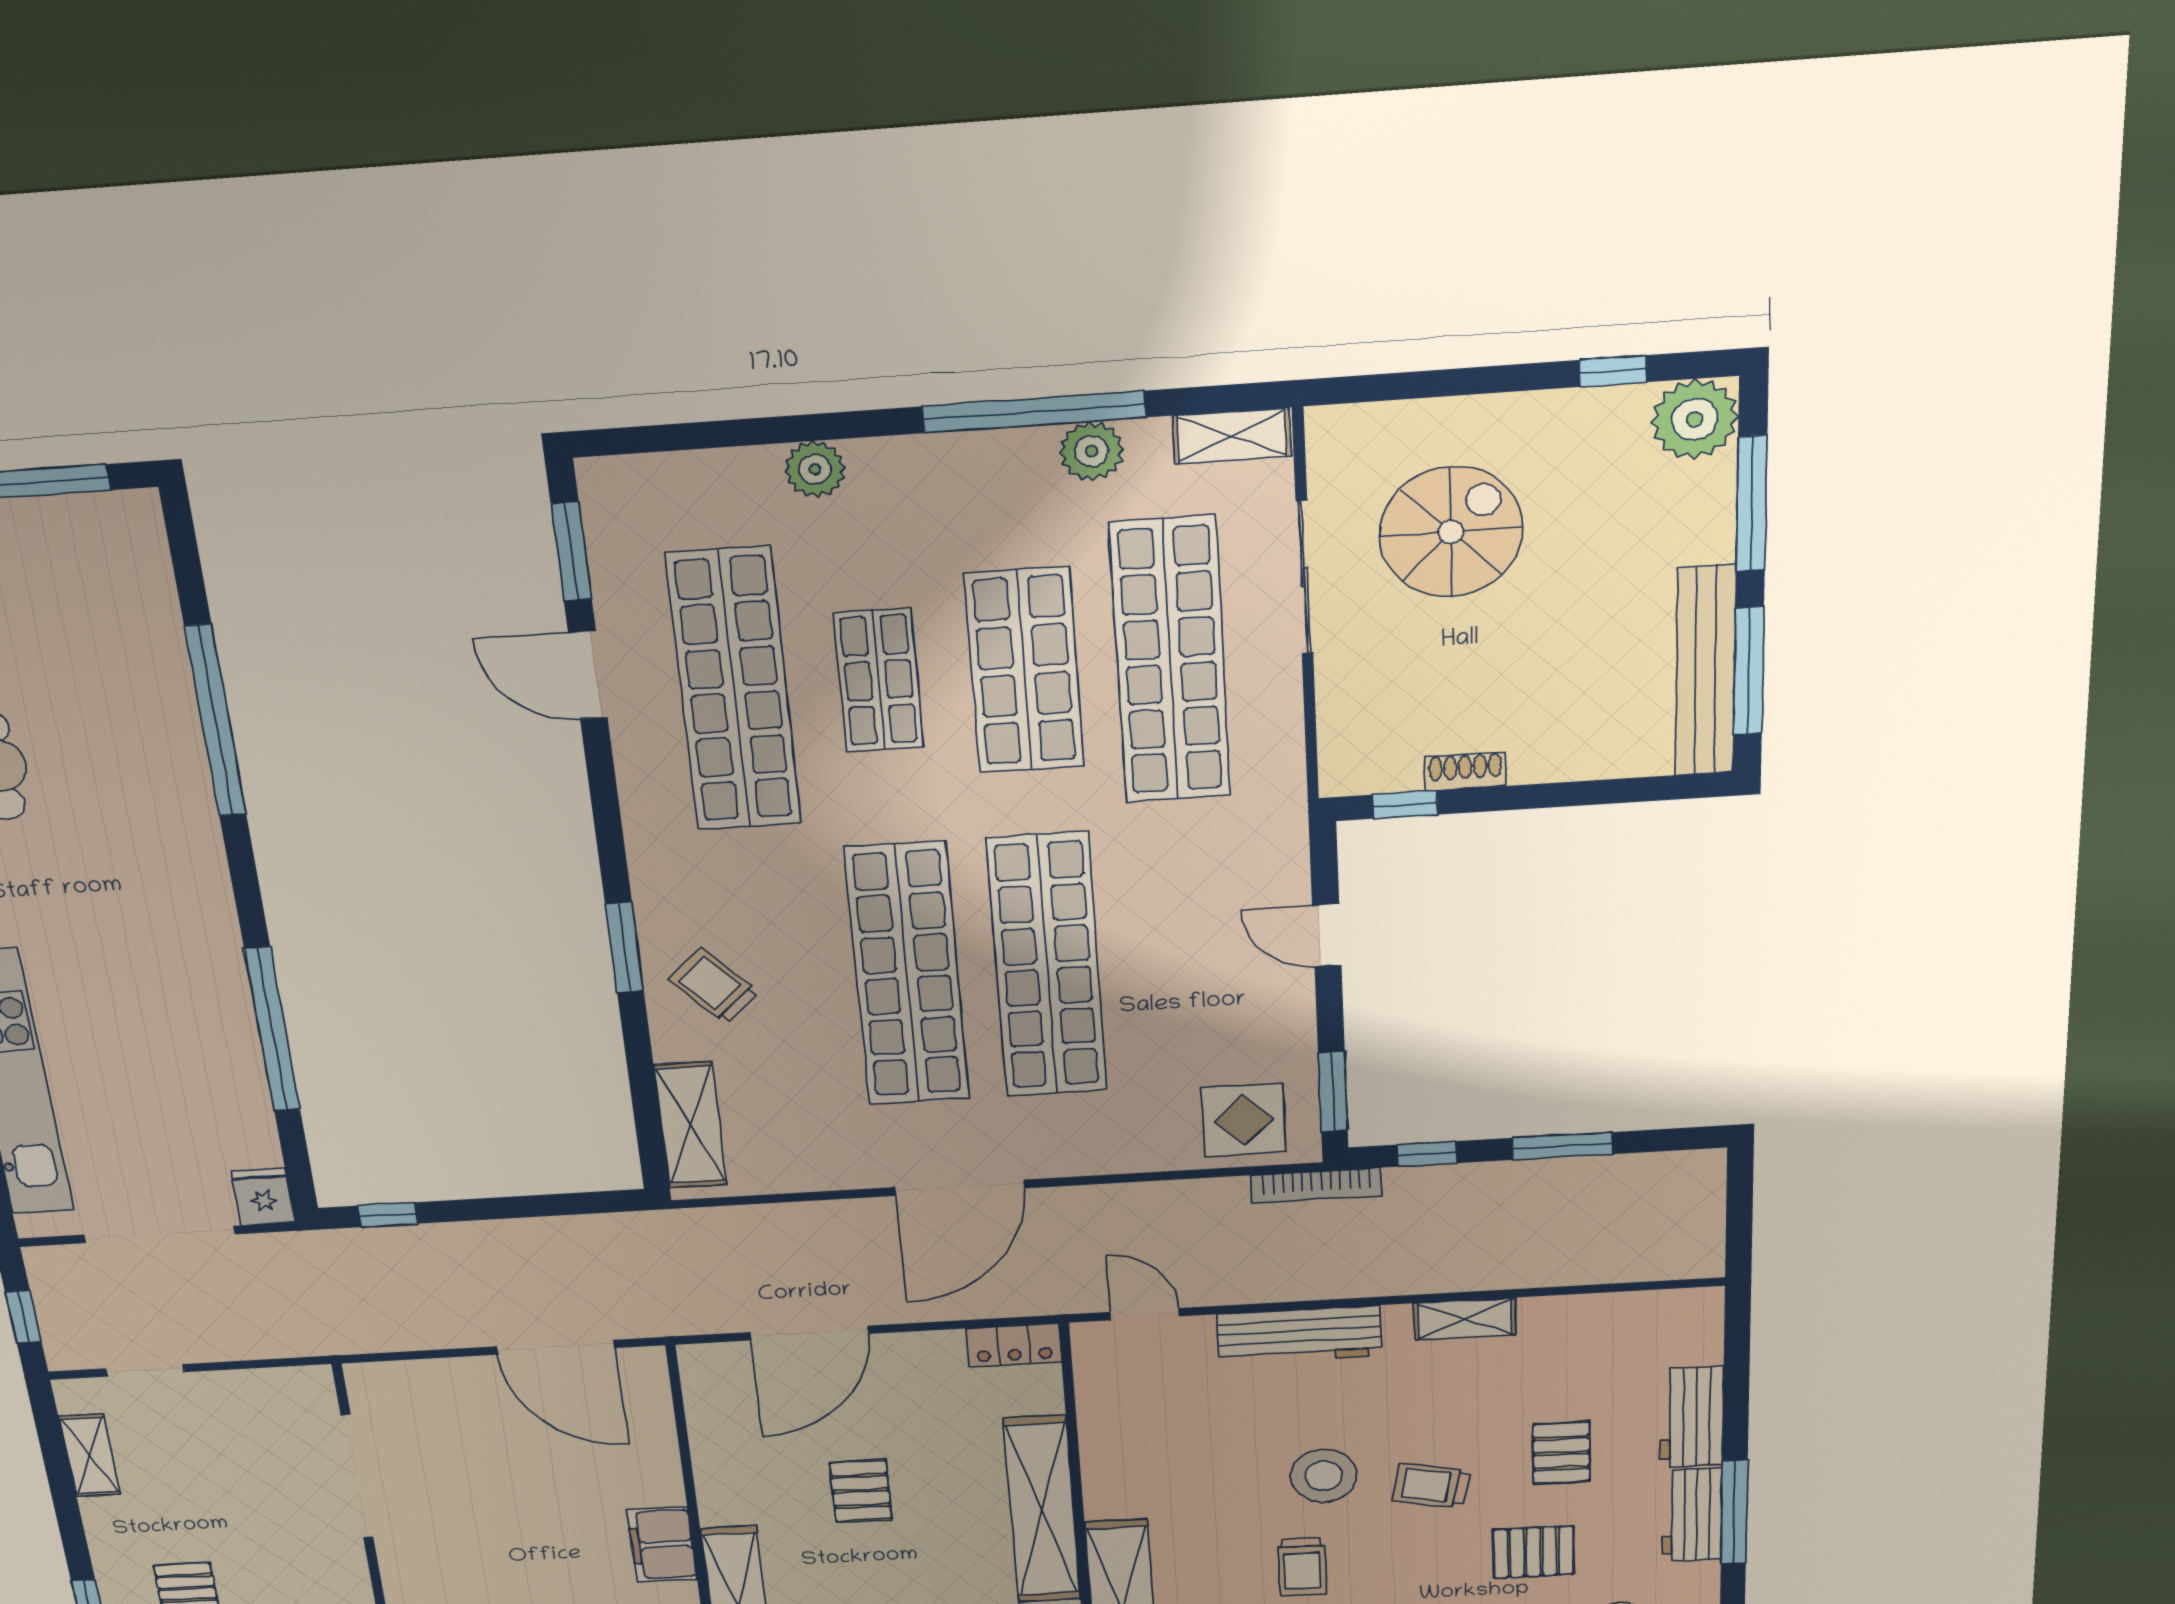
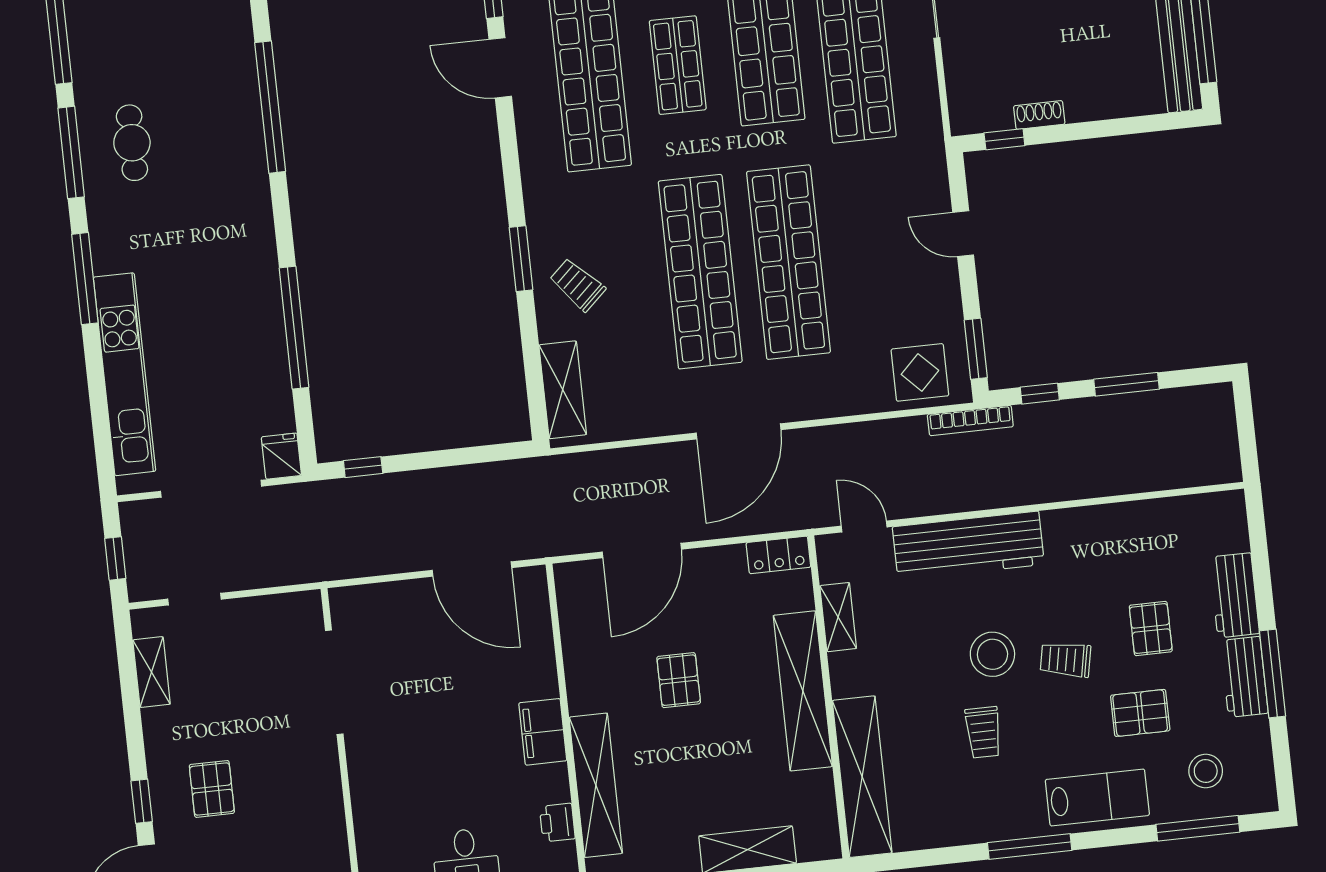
shelving: (1465, 1319) -> (838, 617), moved, turned 90
workbench: (1299, 1335) -> (968, 546), width x1.36, depth x1.32

